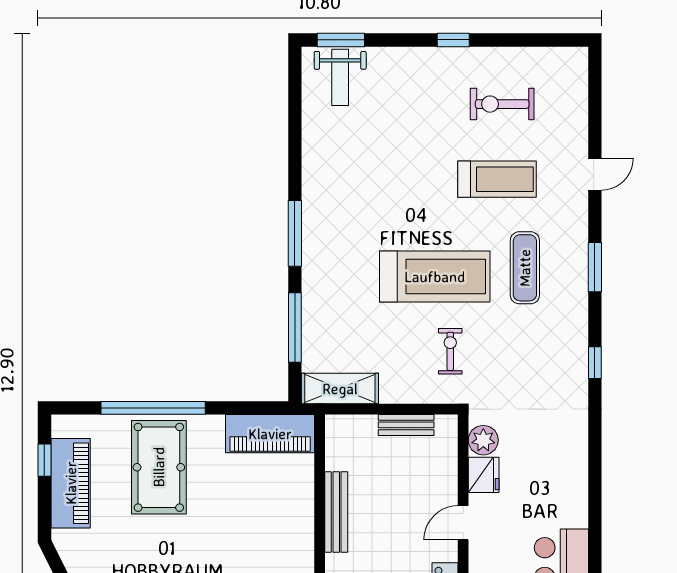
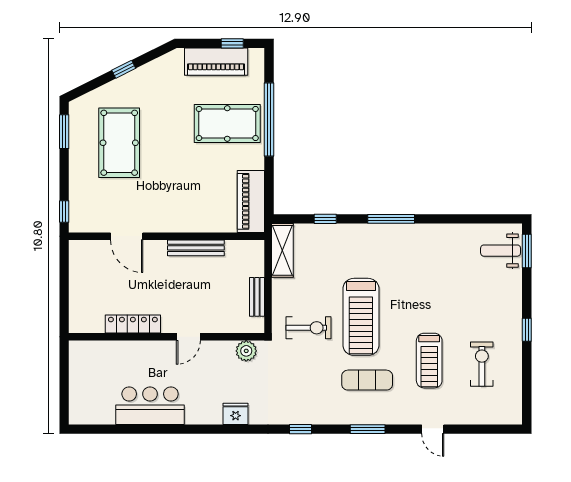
window: (295, 327) -> (325, 219), width x0.46
exercise bike: (450, 351) -> (309, 328), width x1.38, depth x1.39
fridge: (484, 475) -> (236, 414), moved, turned 180
door: (463, 523) -> (188, 337), swing flipped

